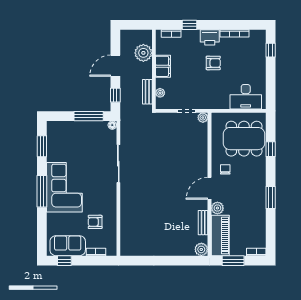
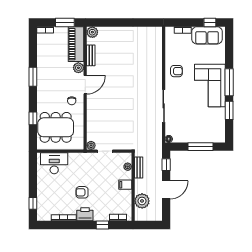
filing cabinet: (163, 66) -> (125, 185), width x0.50
window: (89, 116) -> (201, 147), moved
window: (42, 146) -> (229, 110), moved
armchair: (95, 222) -> (176, 71), moved

